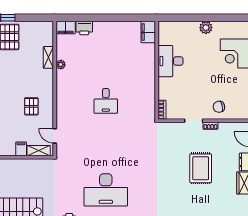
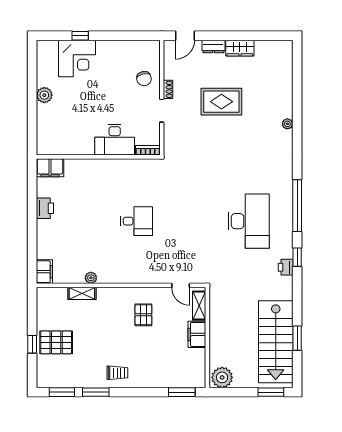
printer: (84, 28) -> (45, 208), moved
desk: (171, 61) -> (115, 140), moved
pallet: (31, 106) -> (143, 315), turned 90
door: (55, 136) -> (181, 285), hinge flipped
filing cabinet: (21, 149) -> (197, 334), width x2.00

